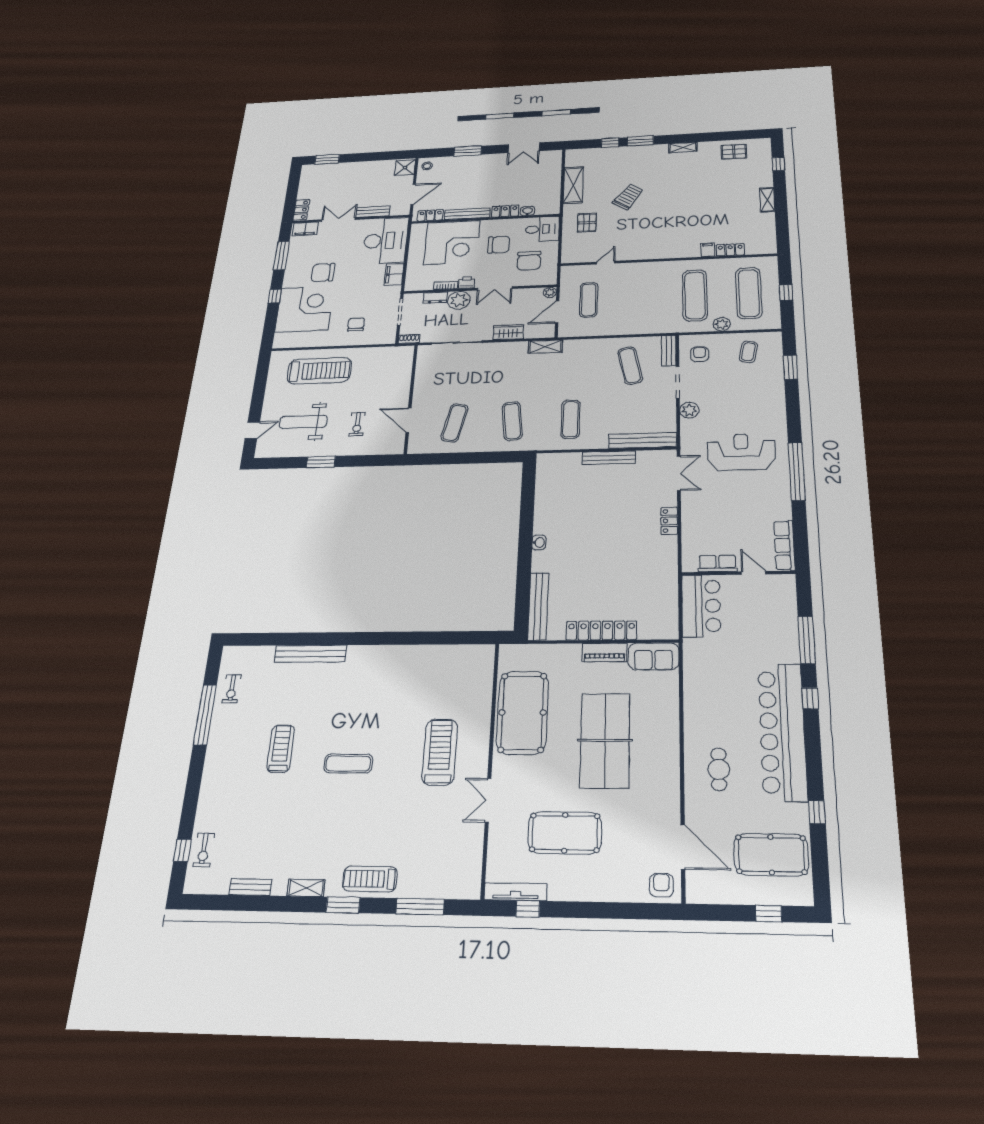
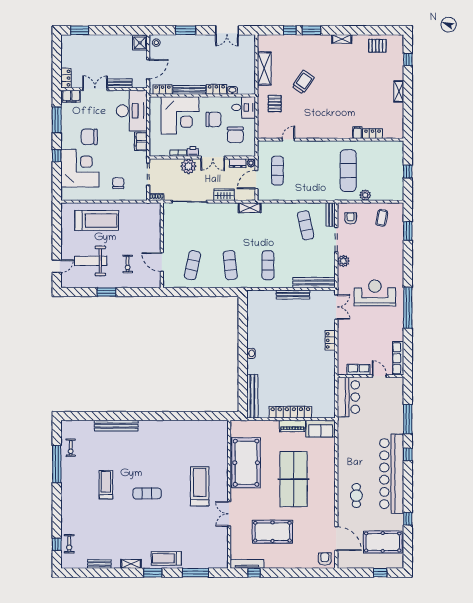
exercise mat: (749, 293) -> (384, 171), removed
dresser: (435, 298) -> (238, 163), moved

